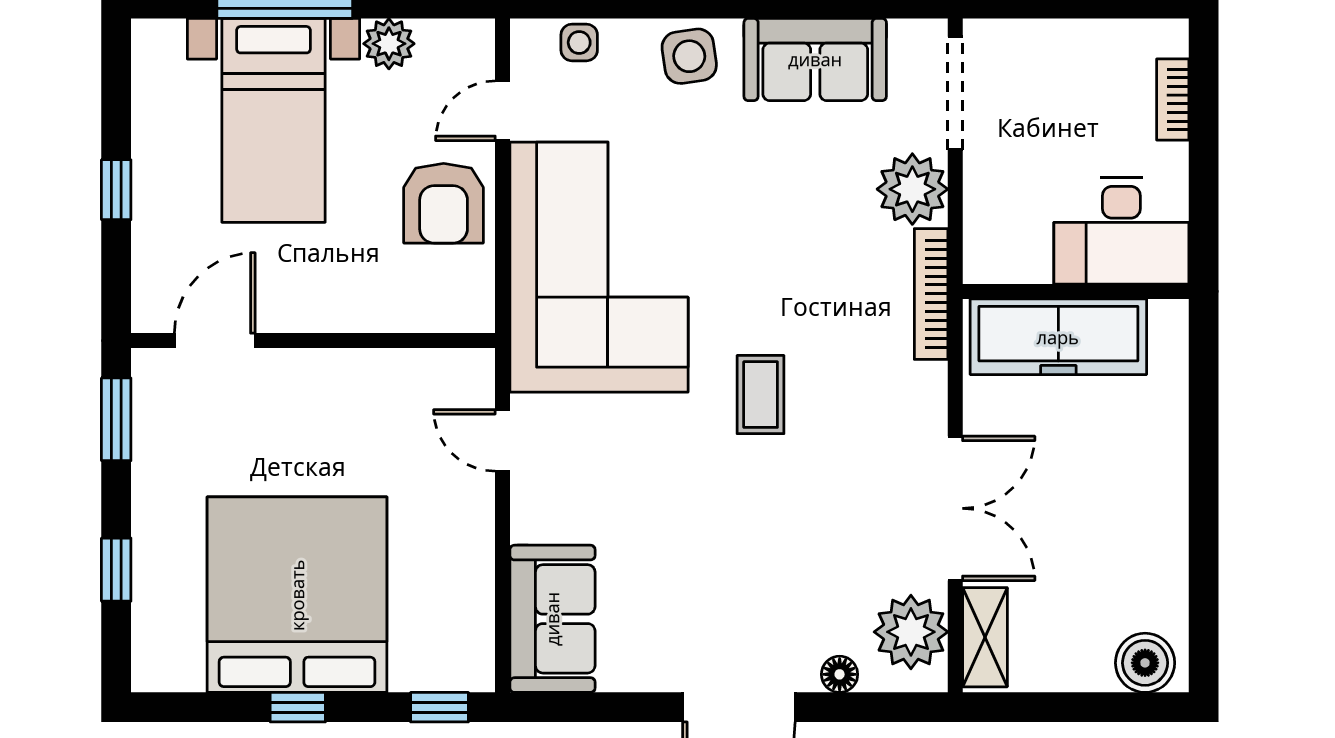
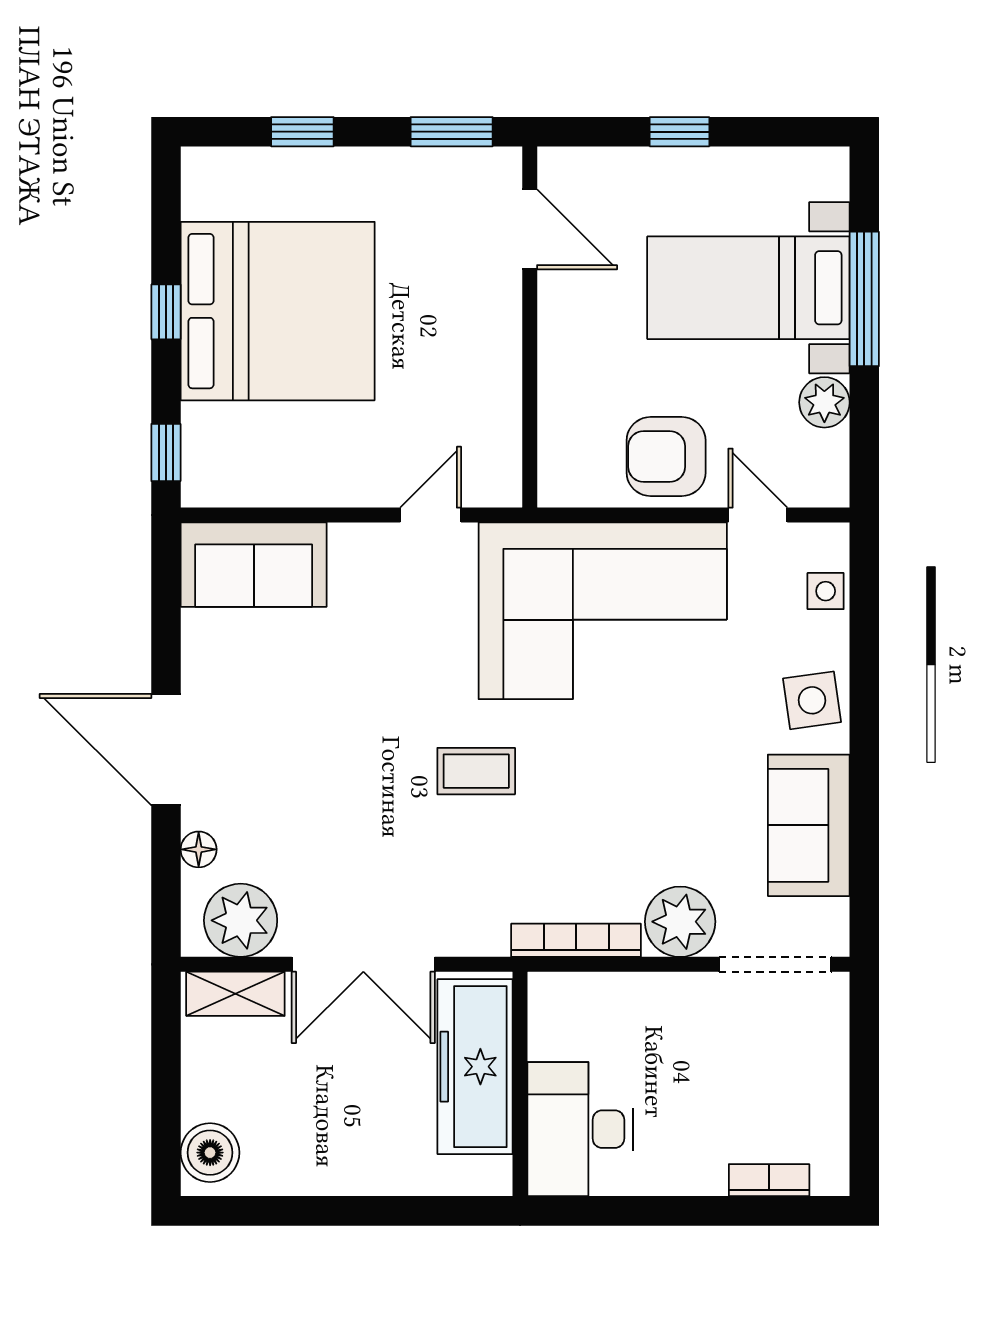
desk: (1121, 231) -> (580, 1129), moved
wall: (1076, 291) -> (520, 1084), moved
freezer: (1058, 337) -> (475, 1067), moved

